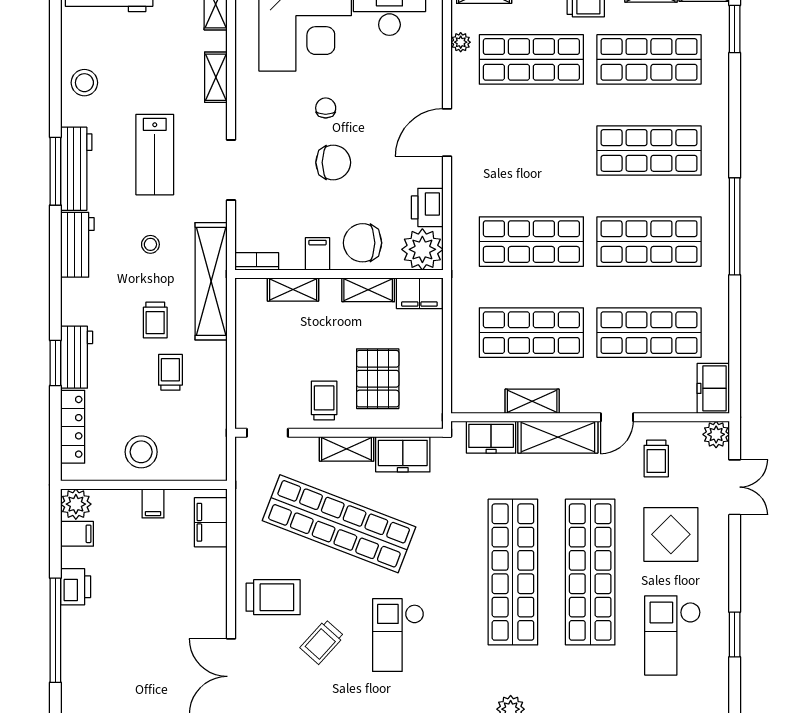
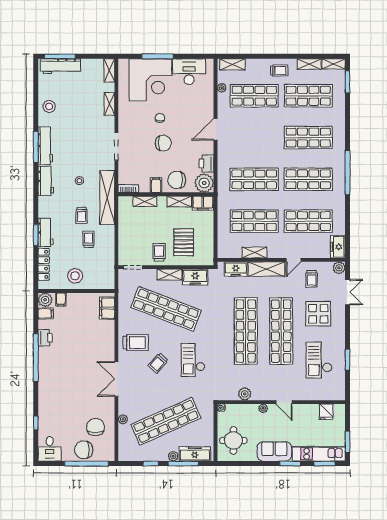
lab bench: (155, 155) -> (81, 139), removed
filing cabinet: (153, 503) -> (61, 299), moved

